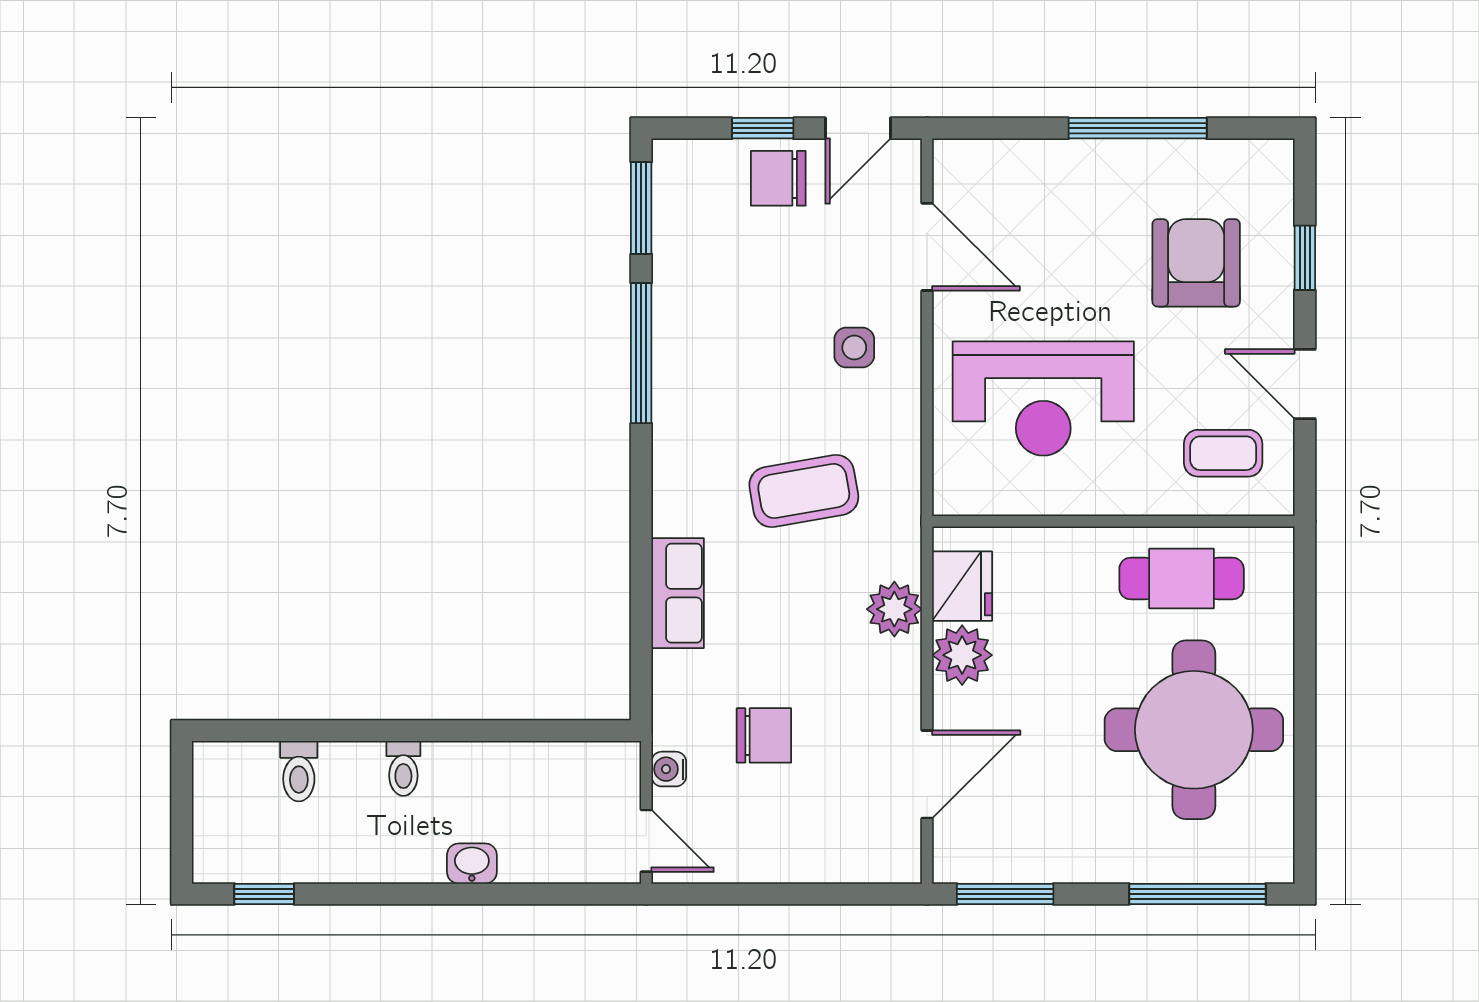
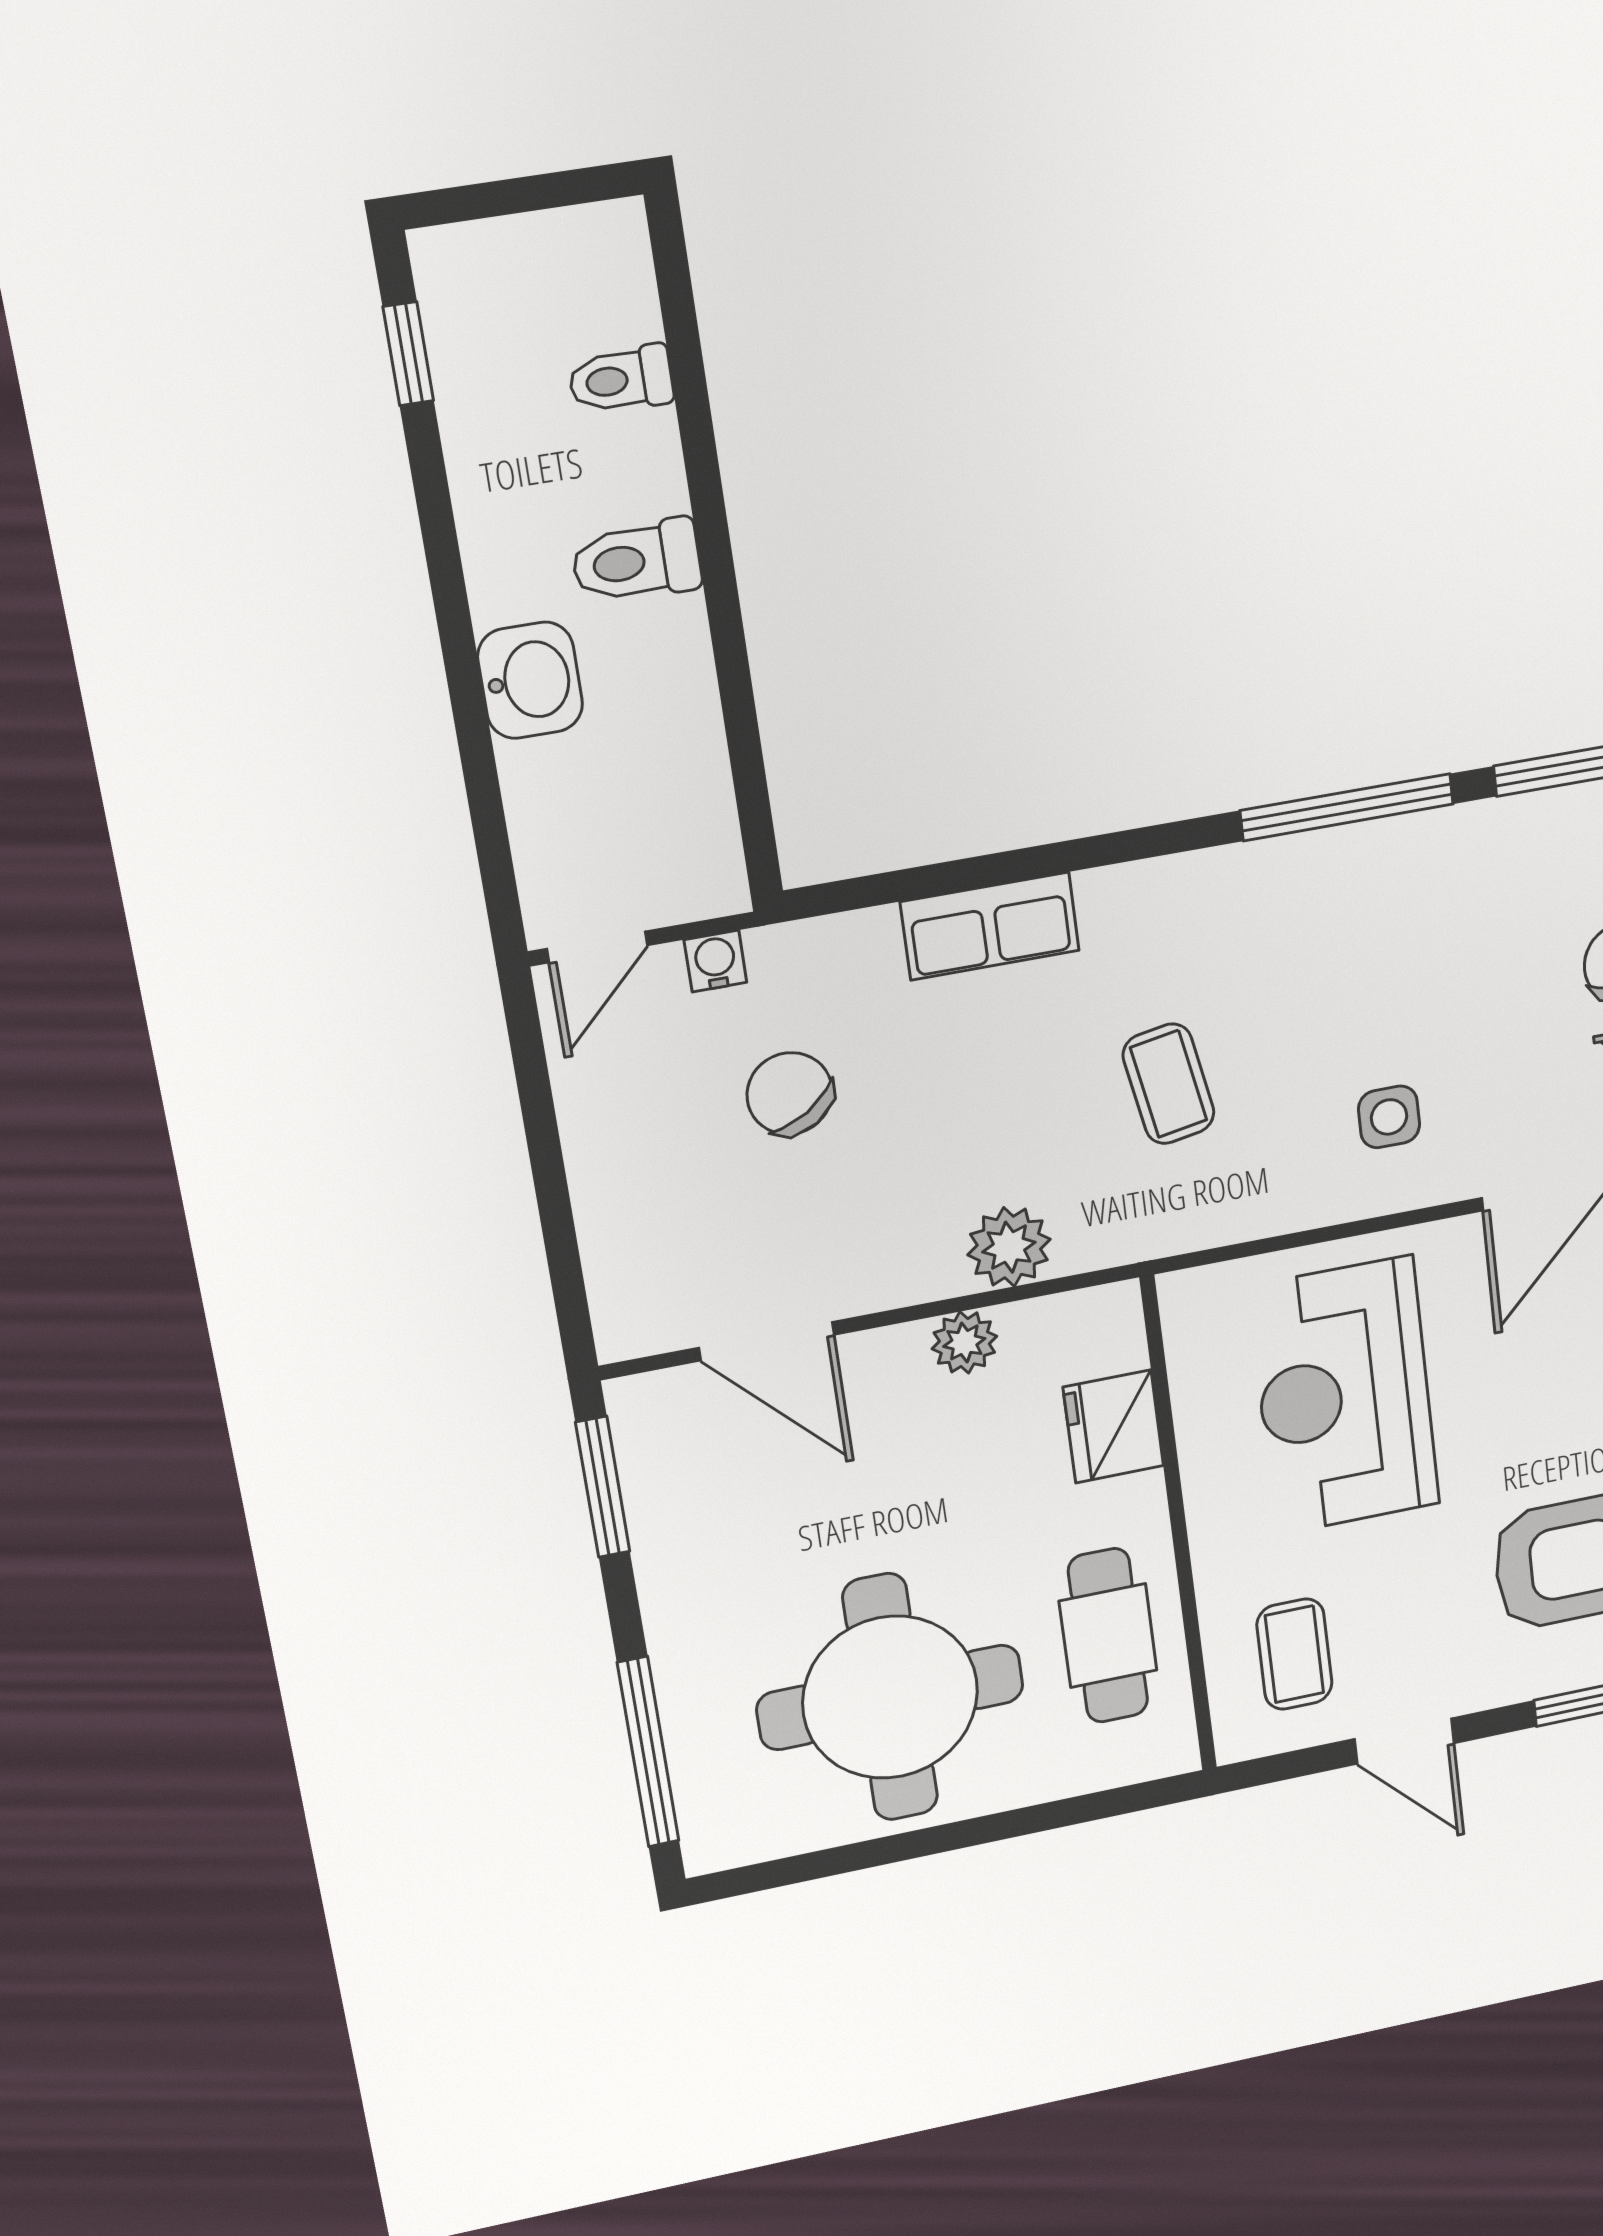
door: (1305, 384) -> (1404, 1741), swing flipped
coffee table: (804, 491) -> (1169, 1084), width x0.73, depth x0.77
fridge: (962, 586) -> (1113, 1426), moved, turned 90
plant: (962, 655) -> (964, 1343), width x0.73, depth x0.73
chair: (764, 735) -> (790, 1094), turned 147
toilet: (403, 768) -> (636, 561), width x1.37, depth x1.39
washbasin: (472, 864) -> (530, 680), width x1.38, depth x1.45

